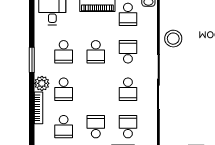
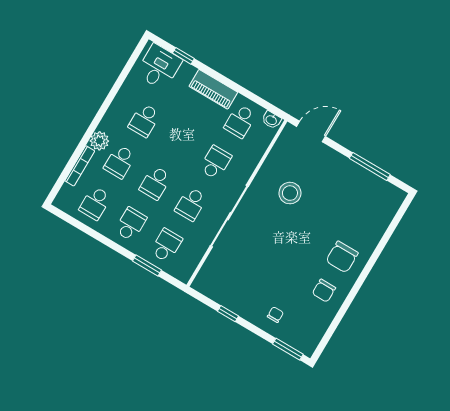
stool: (173, 39) -> (290, 193), moved
school desk: (96, 52) -> (155, 183), moved
window: (32, 60) -> (104, 108), removed

